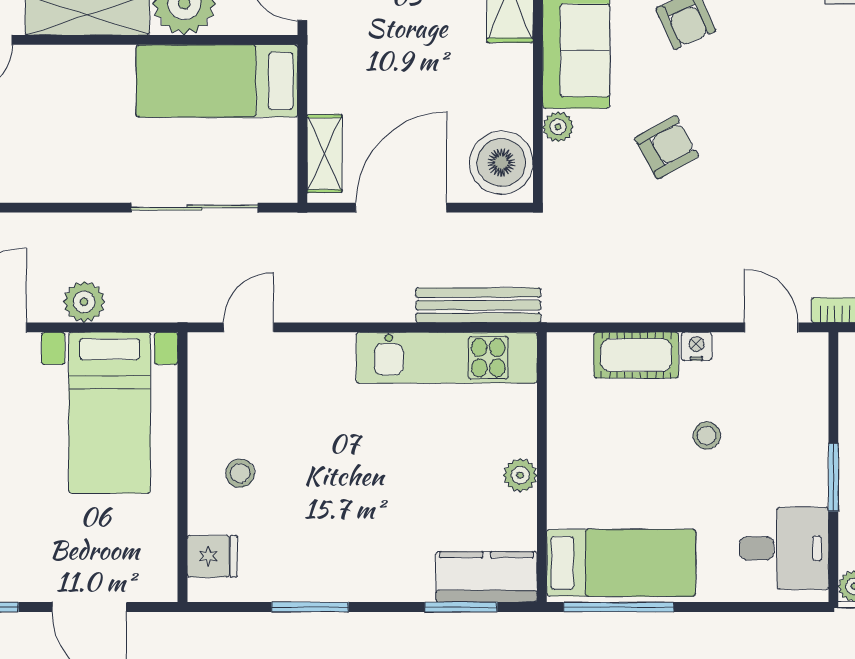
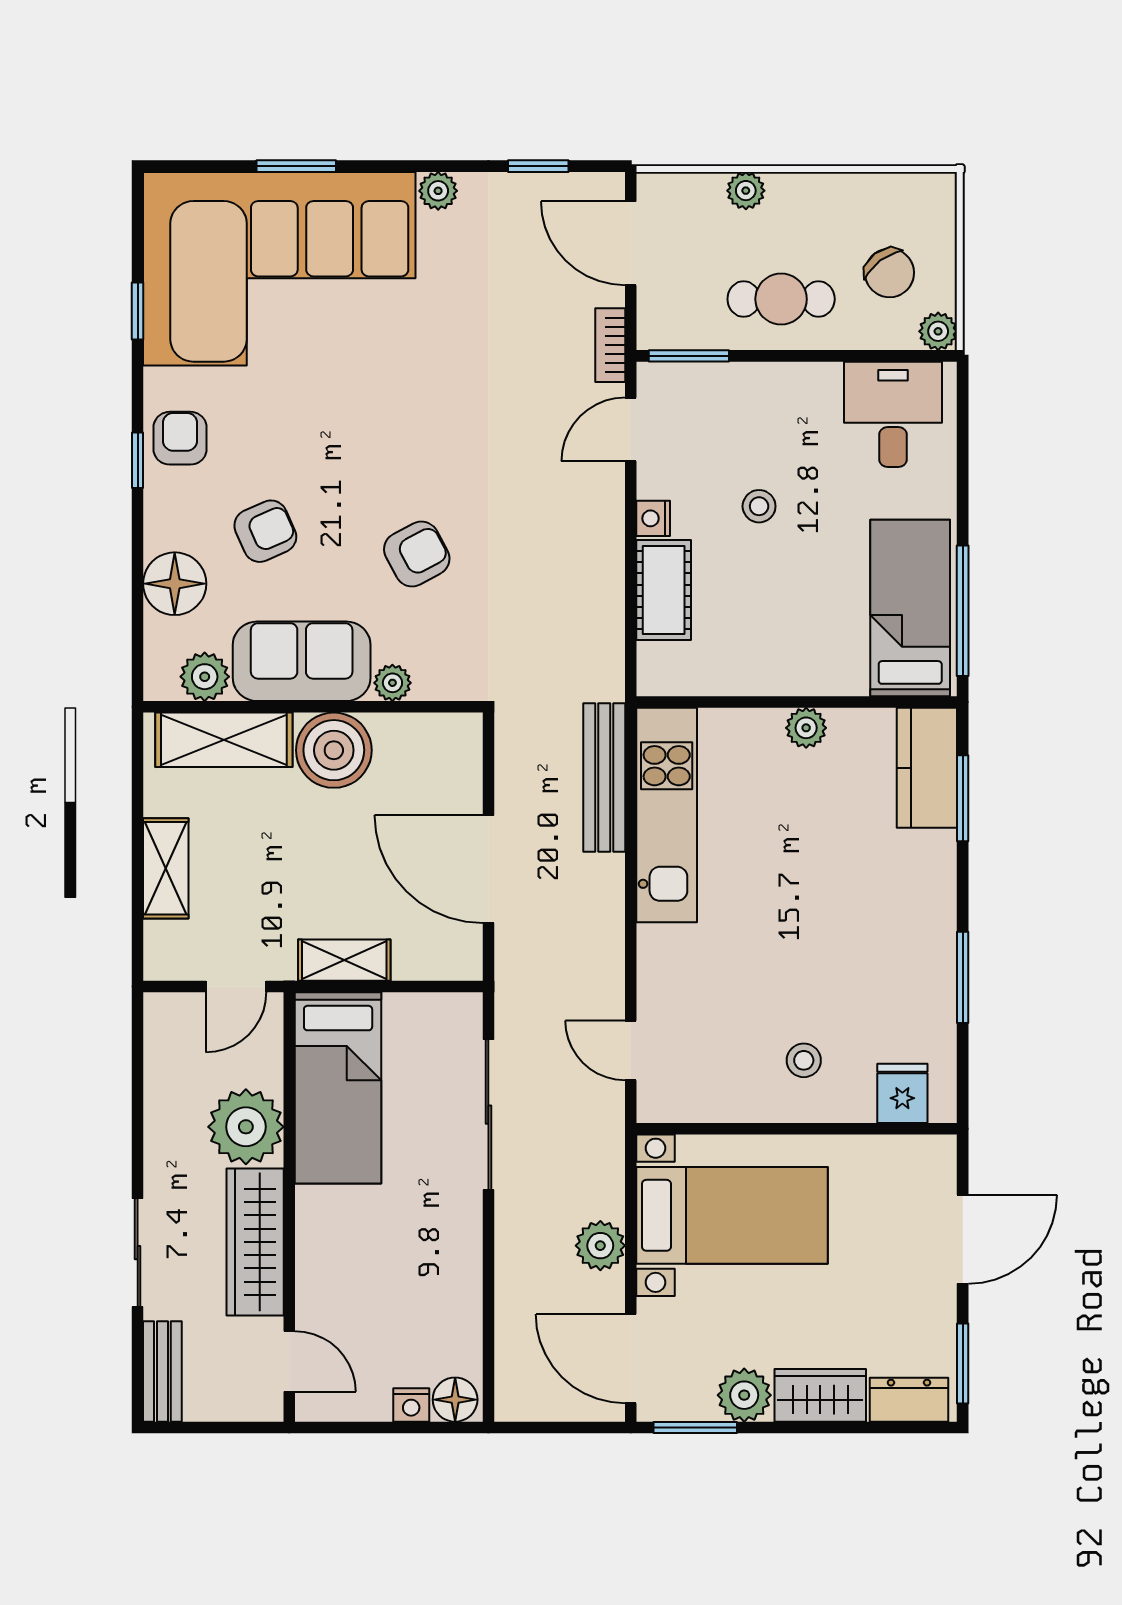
armchair: (667, 147) -> (417, 554), turned 91
shelving: (325, 154) -> (344, 960), moved
boiler: (501, 162) -> (334, 750), moved
window: (833, 477) -> (689, 356), moved

